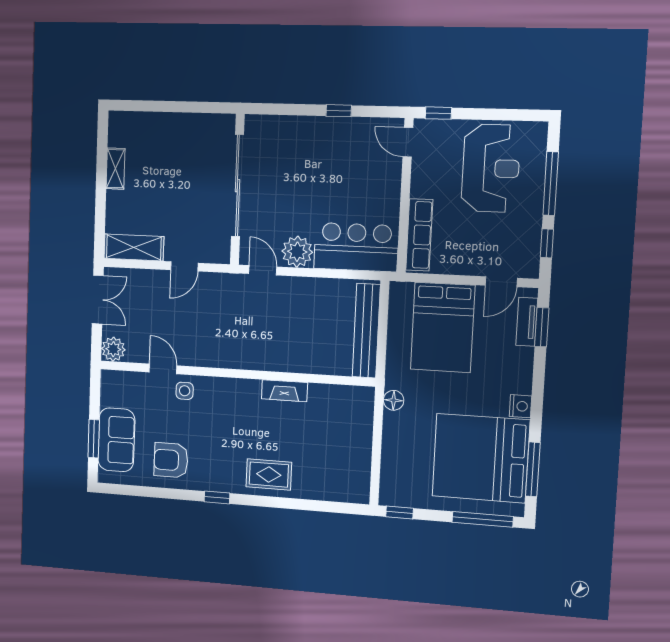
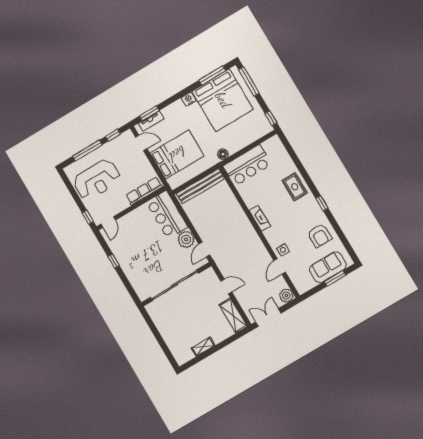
reception desk: (491, 168) -> (97, 180), turned 180
fireplace: (284, 391) -> (260, 218), moved
bar counter: (351, 426) -> (247, 165), added

